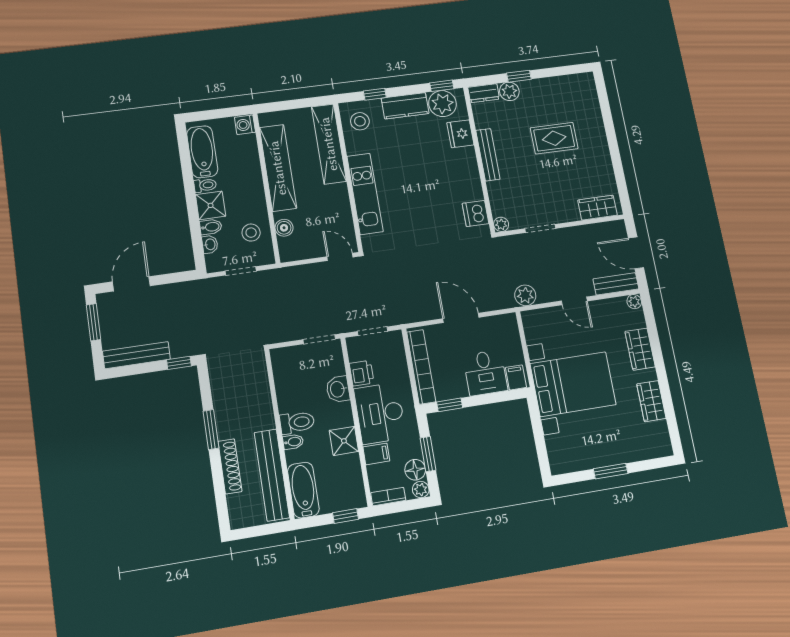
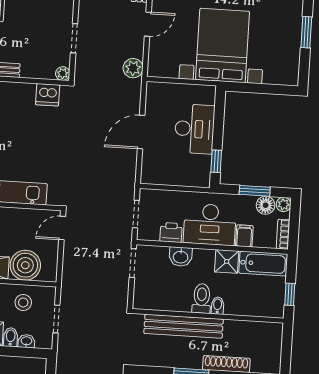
boiler: (284, 228) -> (25, 265), width x1.86, depth x1.86
bookcase: (421, 367) -> (177, 178), removed
desk: (485, 373) -> (195, 129), width x1.37
filing cabinet: (516, 377) -> (205, 96), removed
bench: (272, 475) -> (184, 326), moved
bathtub: (303, 490) -> (263, 264), moved, turned 180
window: (346, 516) -> (290, 294), moved

